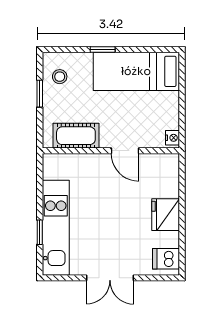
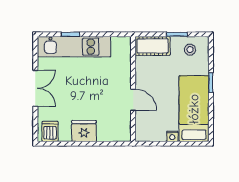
cot: (76, 136) -> (153, 46), moved, turned 90
nightstand: (172, 138) -> (172, 136), moved
door: (125, 151) -> (133, 100), swing flipped
double door: (110, 278) -> (35, 88), swing flipped

